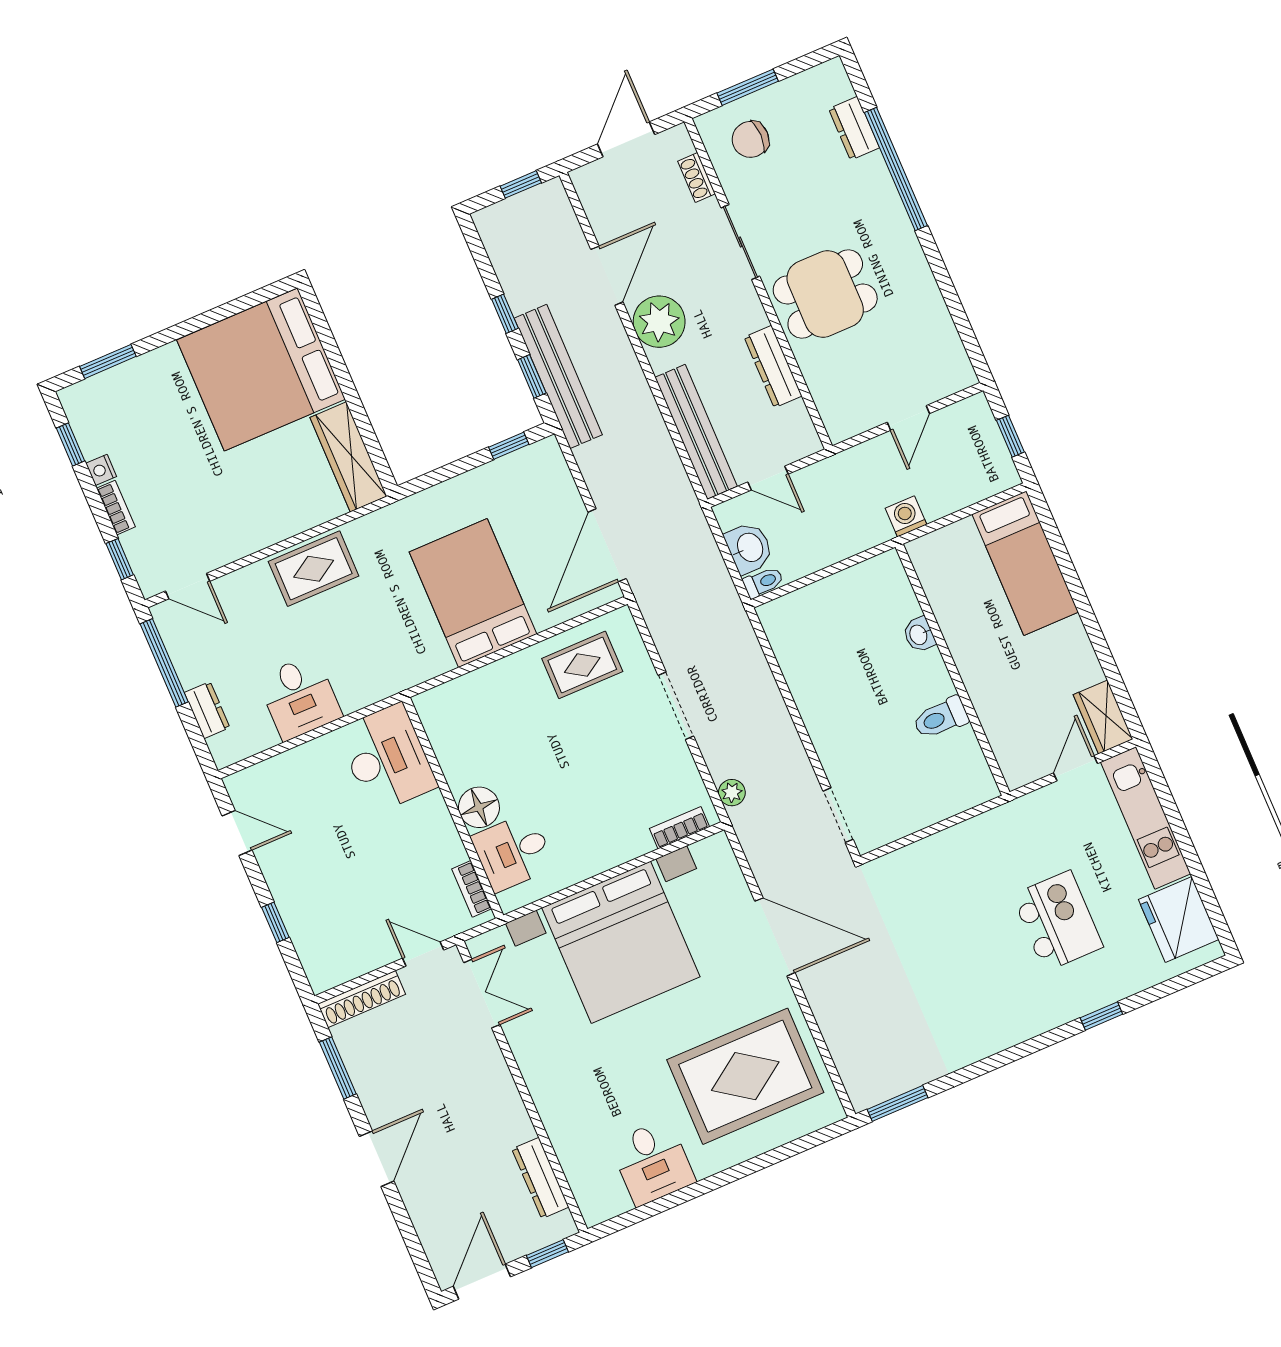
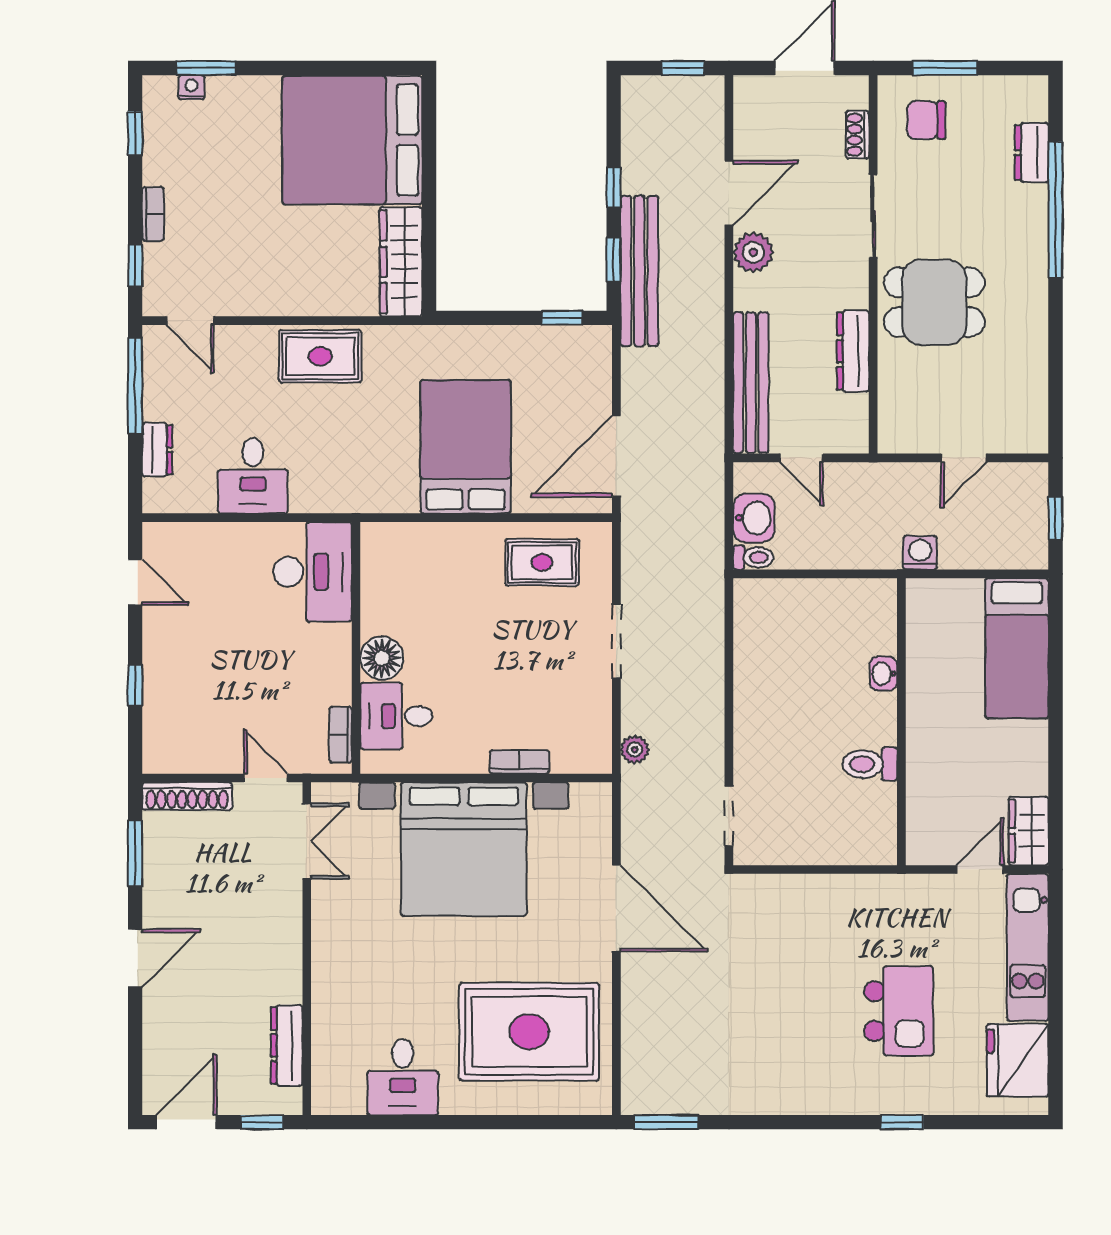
plant: (659, 322) -> (753, 252), width x0.73, depth x0.73
nightstand: (101, 470) -> (191, 87), moved, turned 90
bookcase: (680, 828) -> (519, 762), moved

